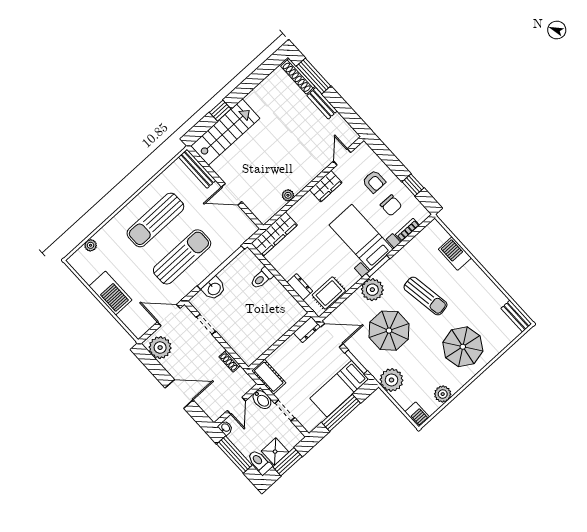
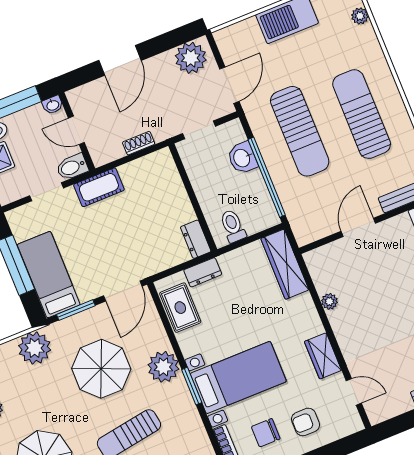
dresser: (307, 329) -> (196, 239), moved
wall: (280, 342) -> (193, 198), moved

